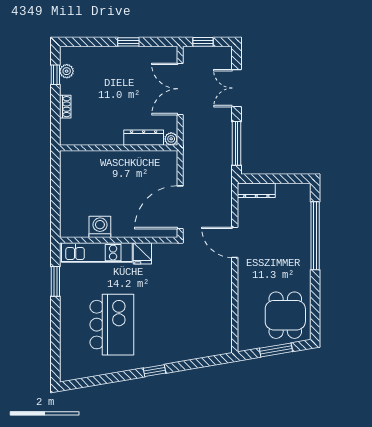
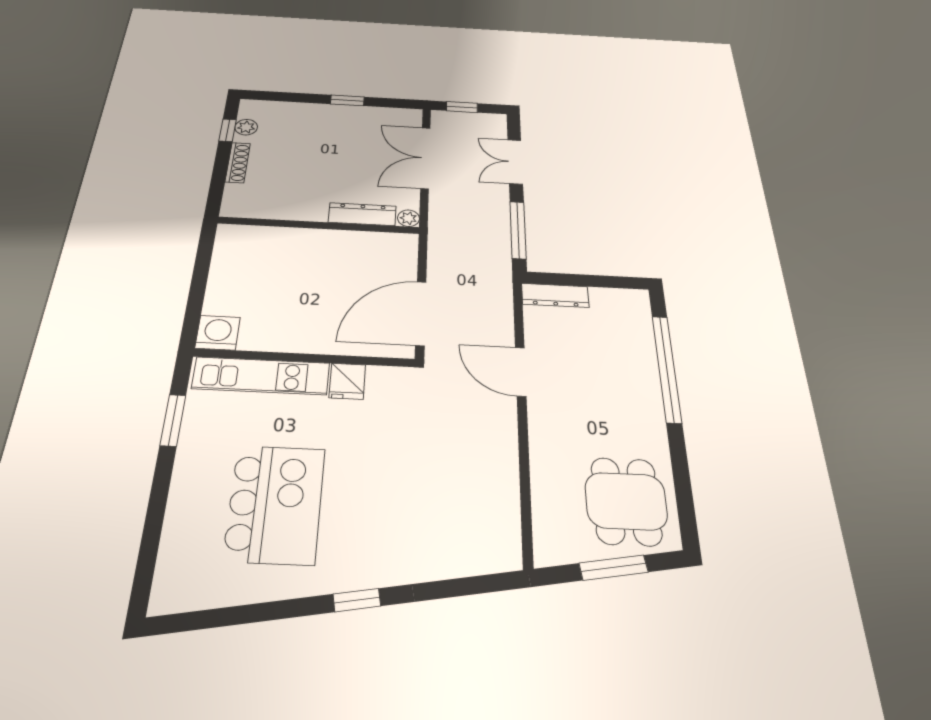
shoe rack: (65, 107) -> (238, 163), width x1.43
washing machine: (100, 227) -> (218, 333), moved

